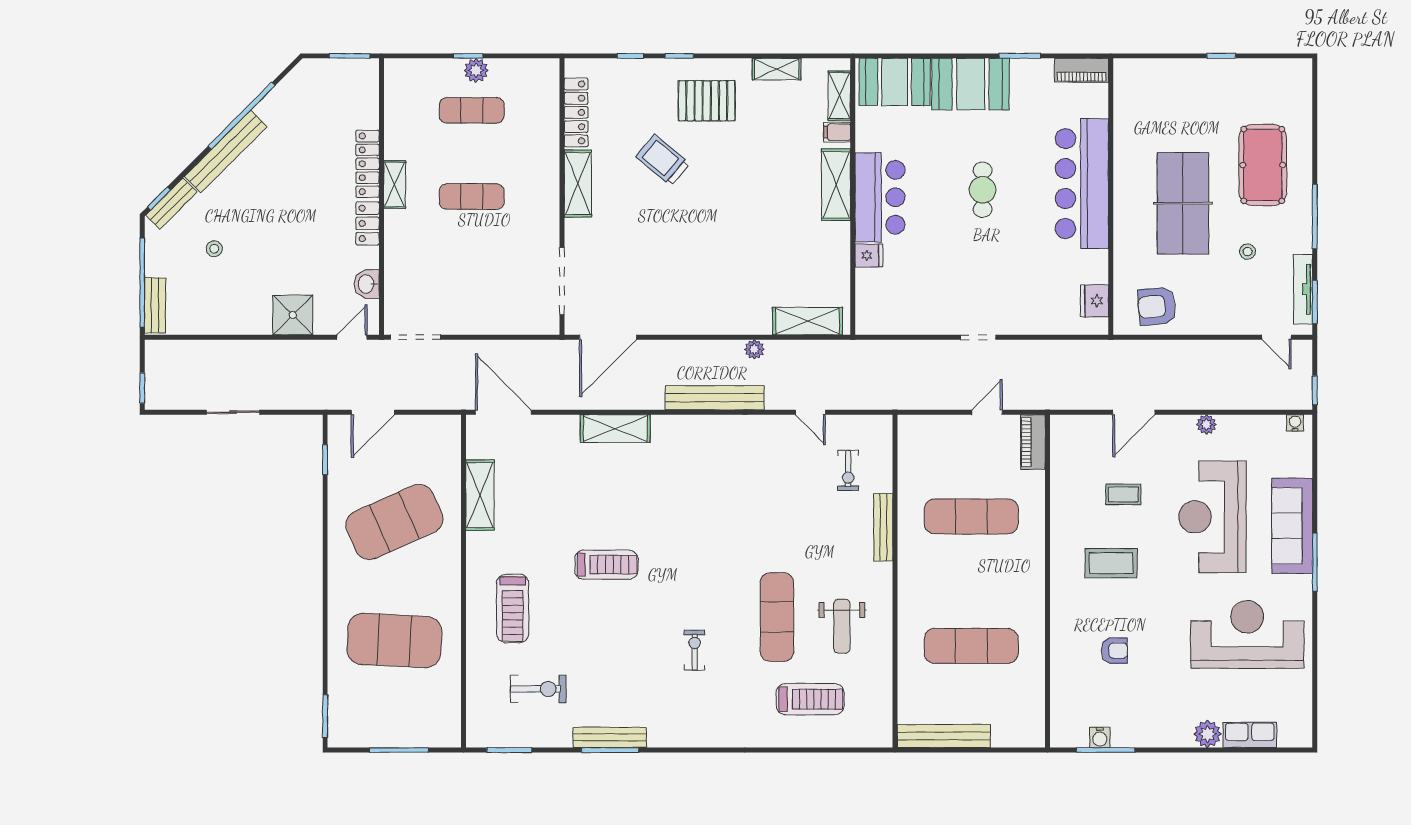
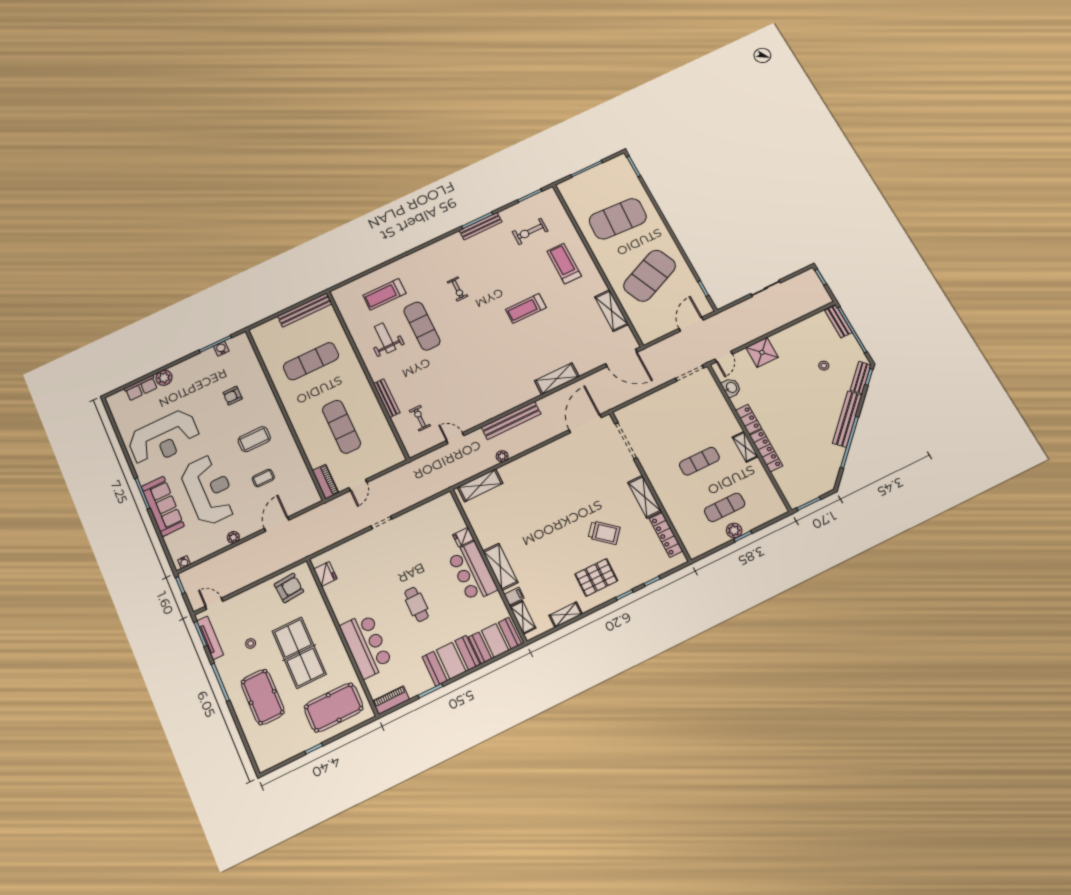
pool table: (1168, 100) -> (334, 708), added
bar counter: (1082, 184) -> (366, 645), width x0.73
exercise mat: (971, 516) -> (341, 427), turned 90

